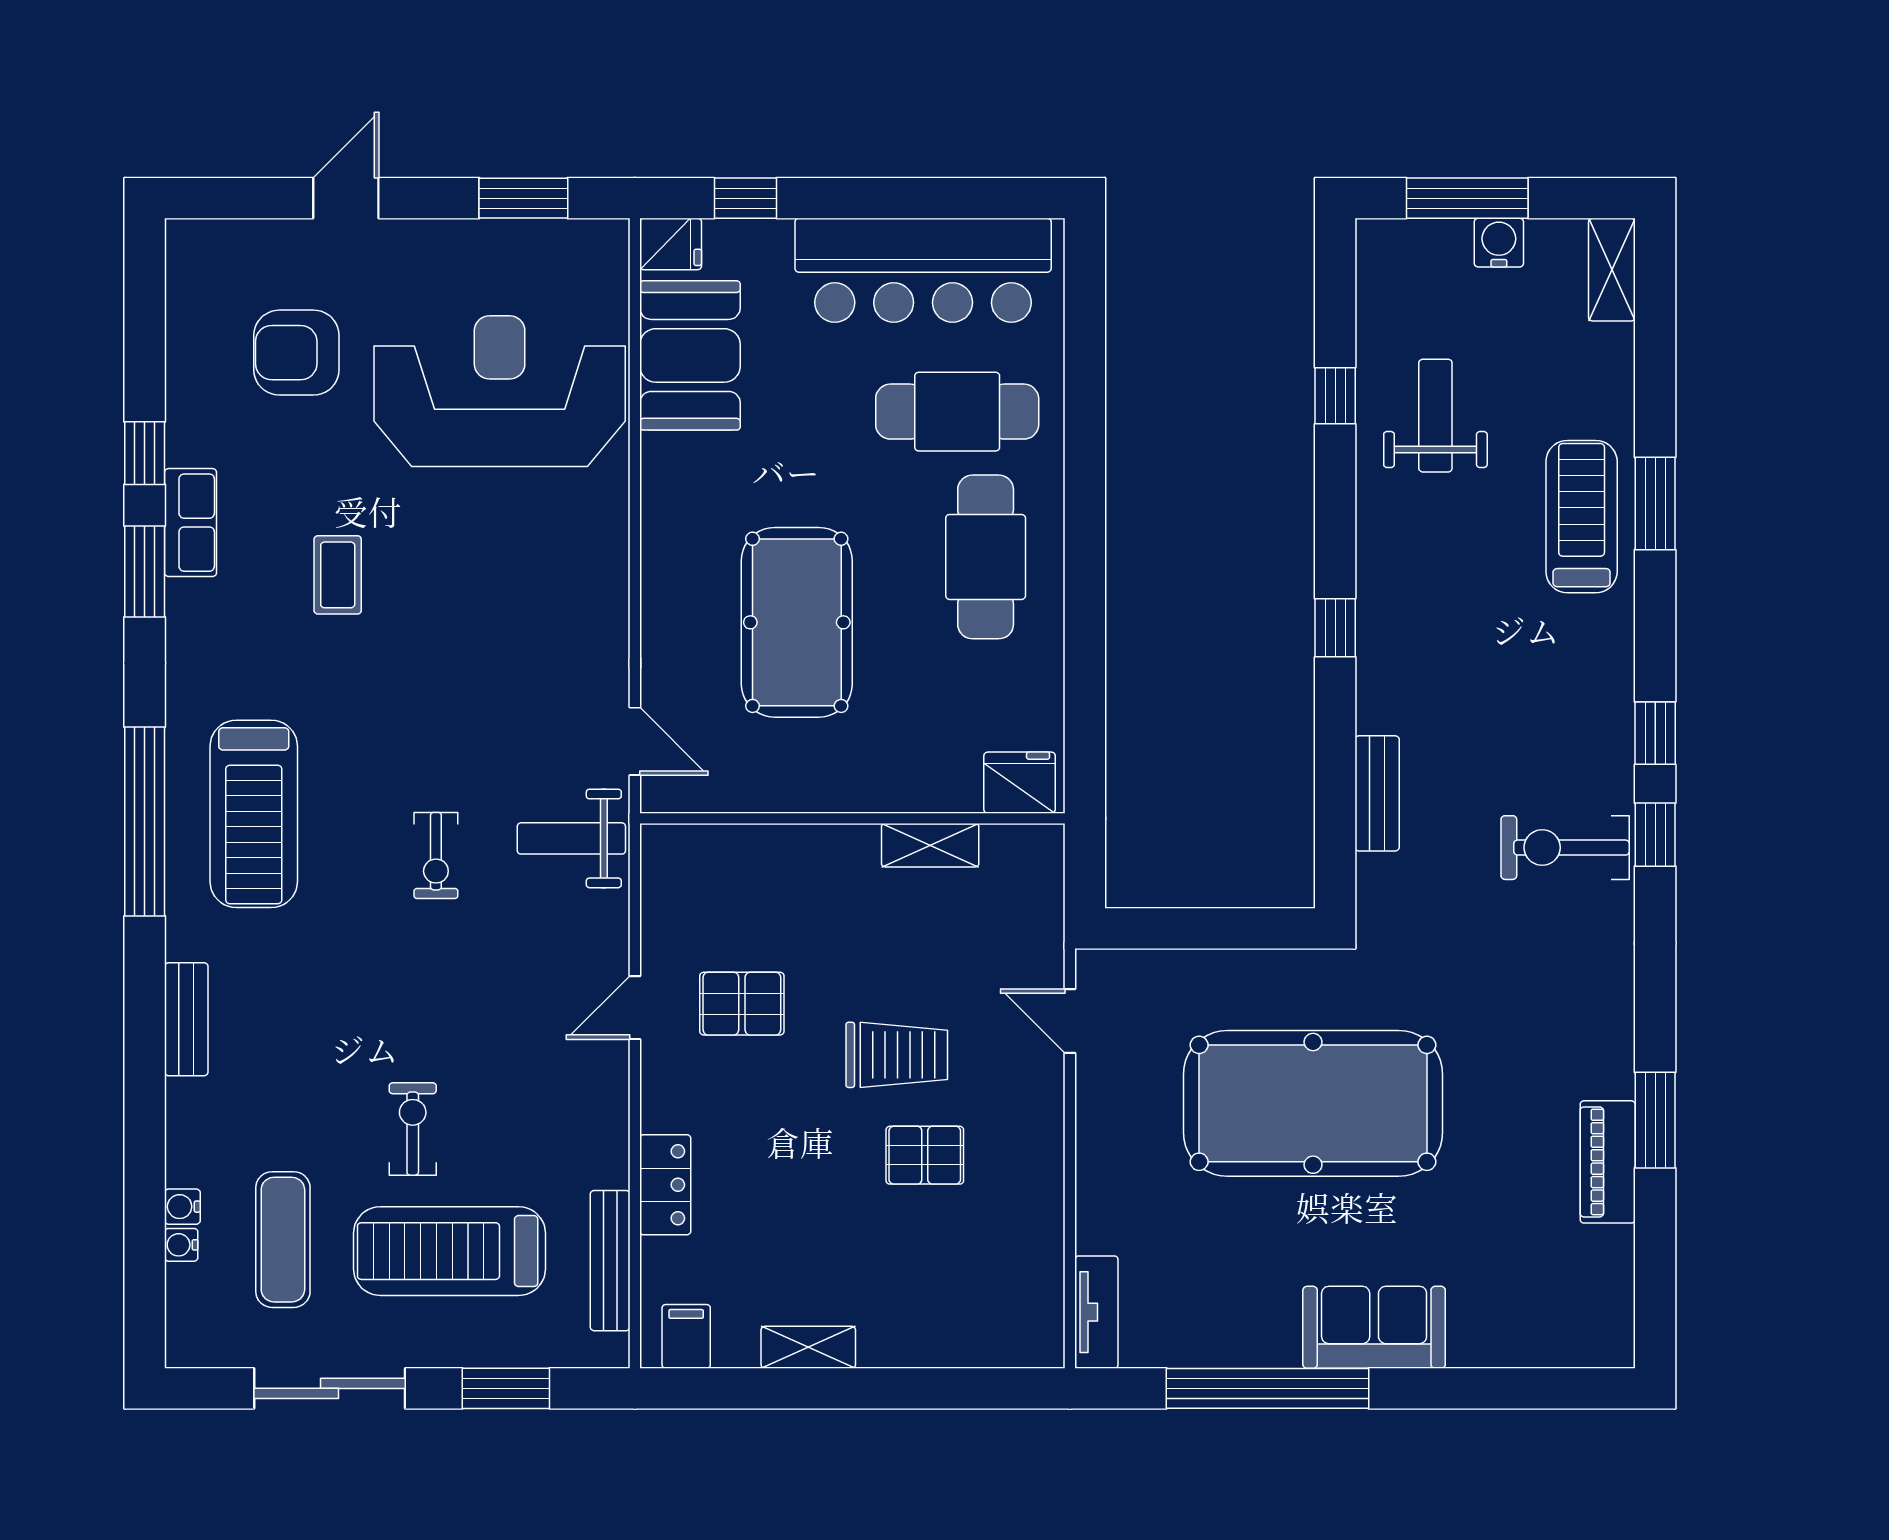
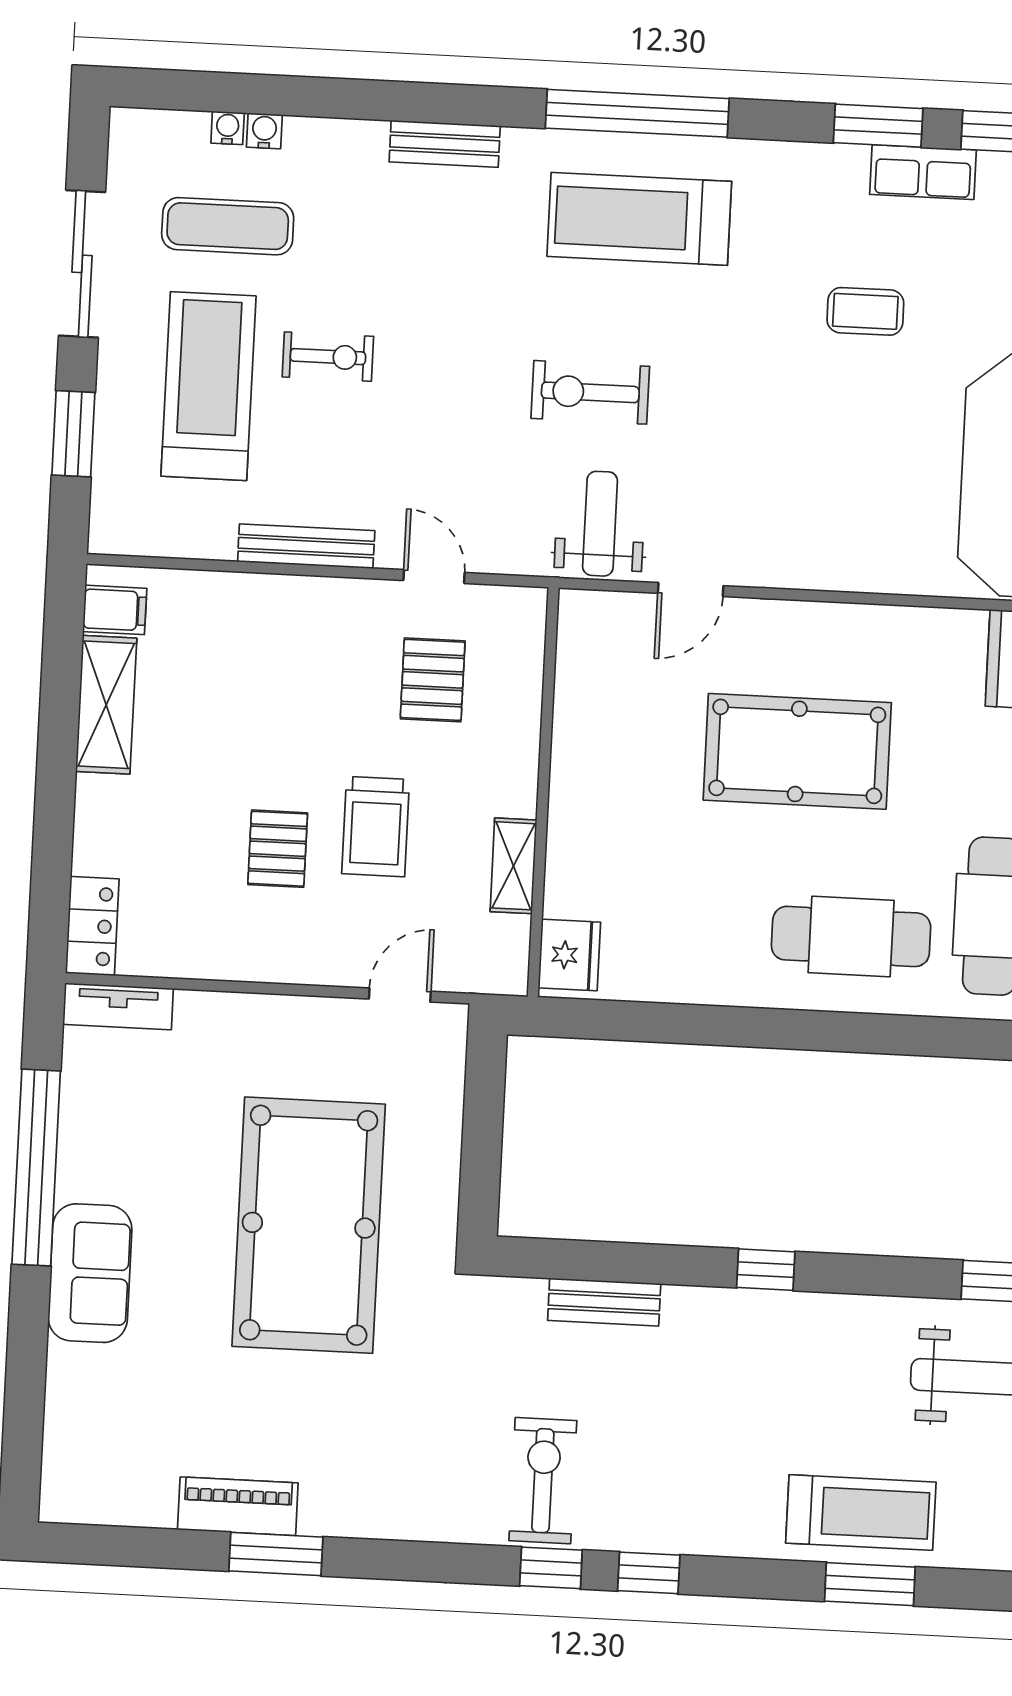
fridge: (1020, 783) -> (569, 955), moved
wall: (852, 818) -> (543, 792), moved
shelving: (930, 845) -> (513, 866), moved
exercise bike: (436, 855) -> (590, 392), width x1.38, depth x1.39
locker: (665, 1185) -> (92, 926), moved, turned -90
bench: (610, 1261) -> (306, 546), moved
shelving: (808, 1347) -> (106, 705), width x1.50, depth x1.33

